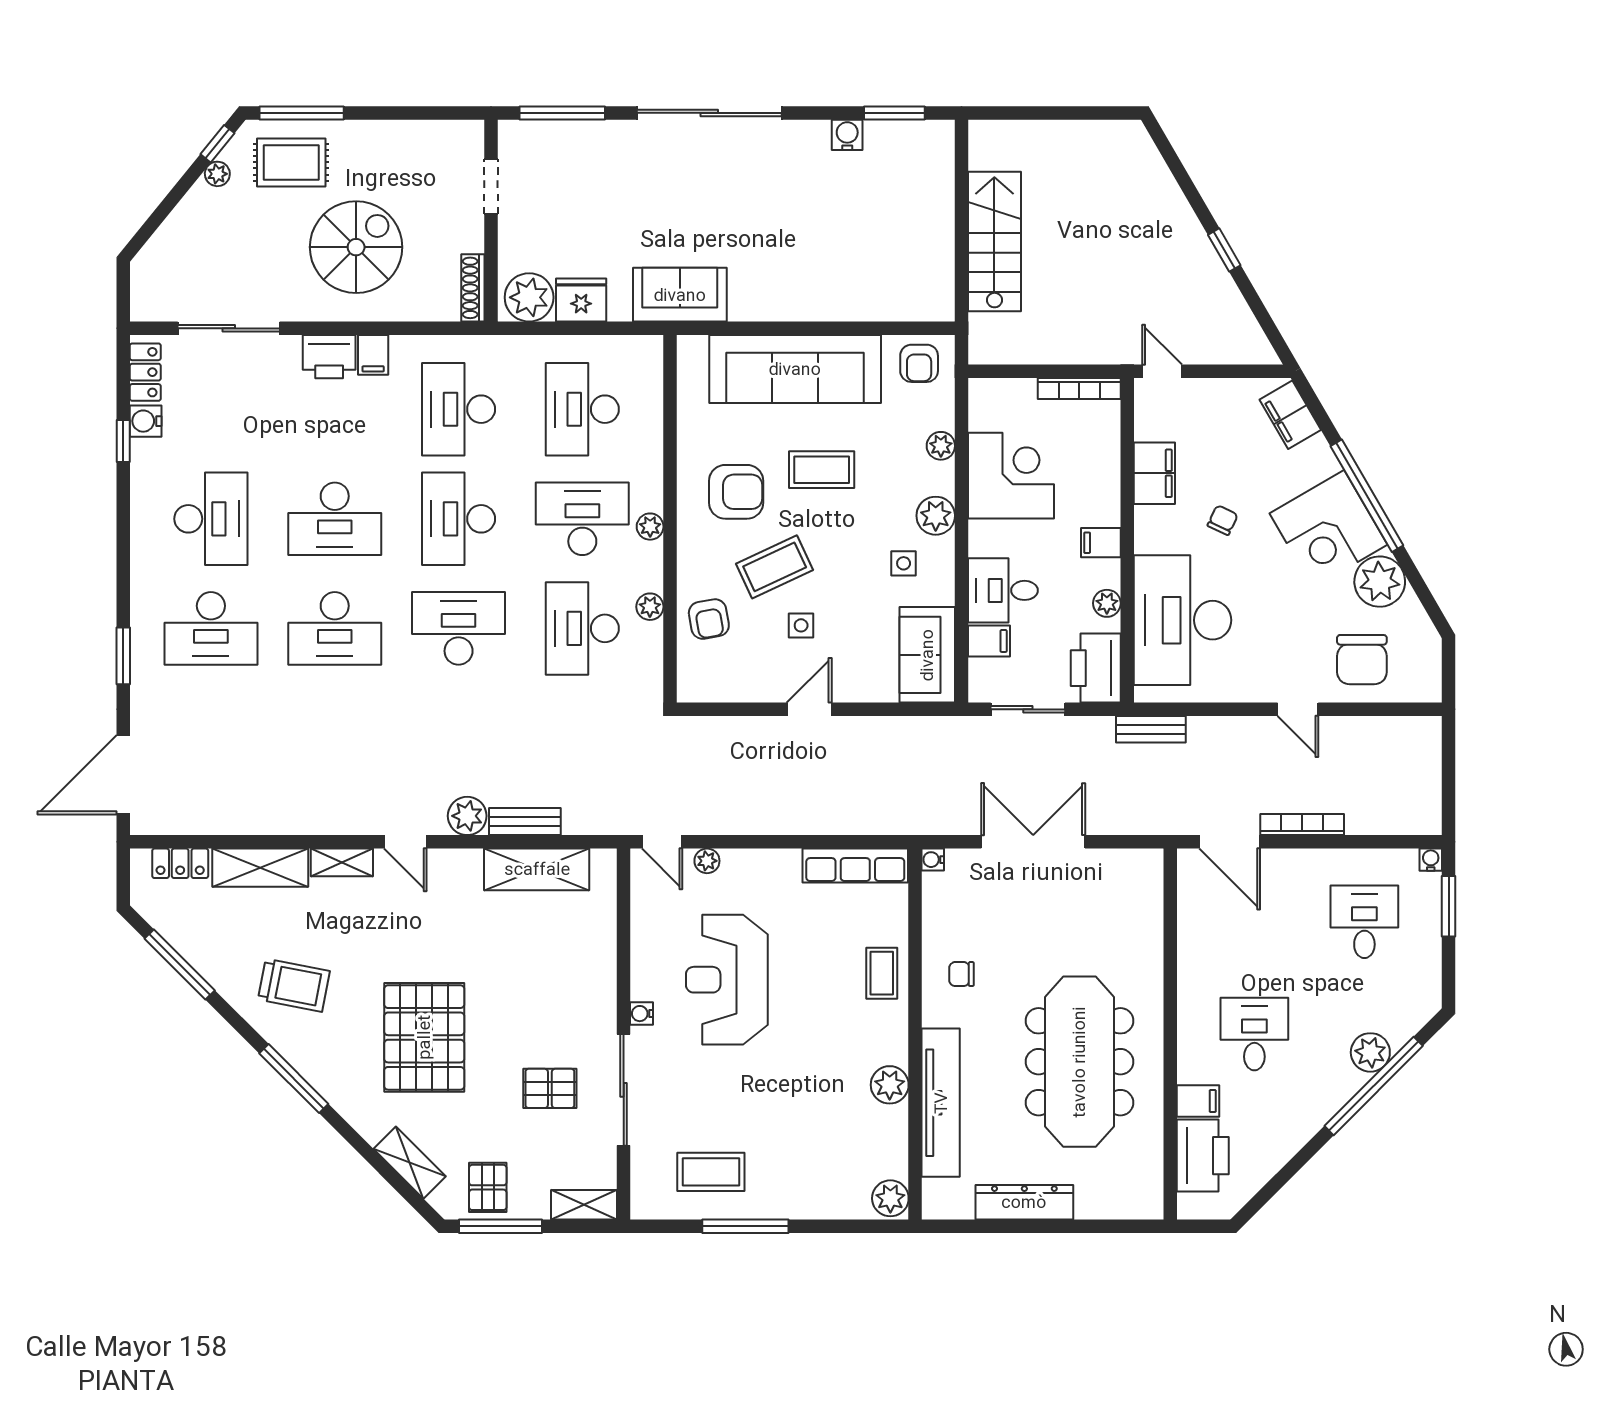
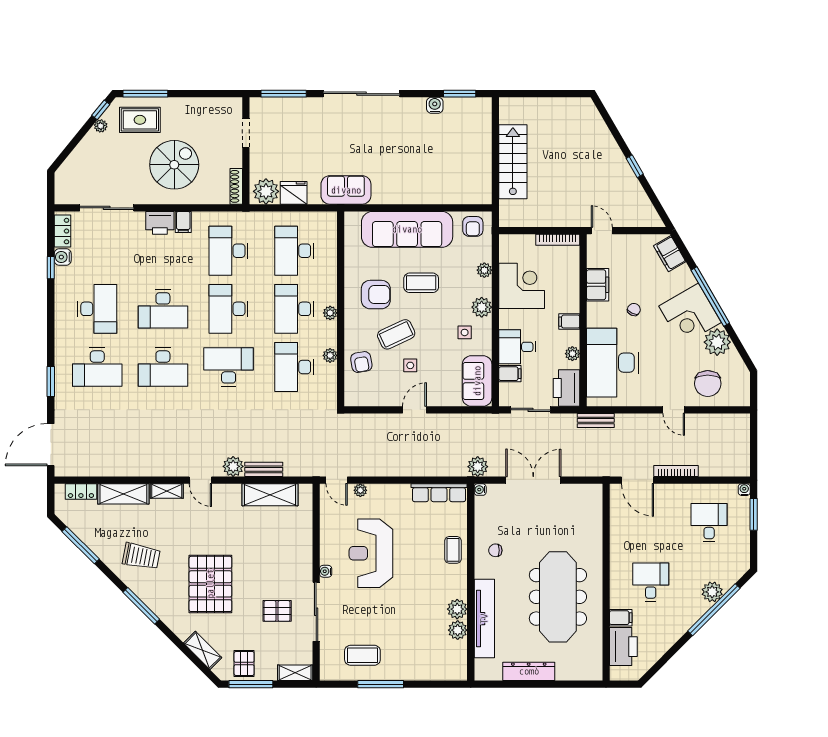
desk: (582, 519) -> (294, 309), turned -90
plant: (928, 816) -> (478, 467), added
plant: (890, 1198) -> (458, 630), moved

